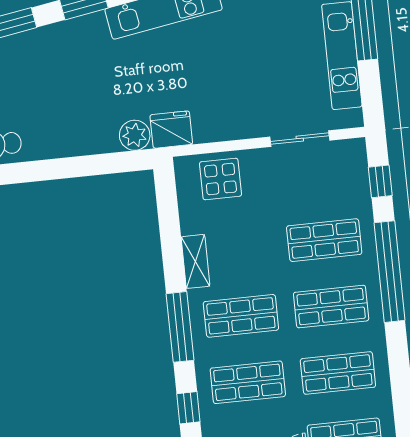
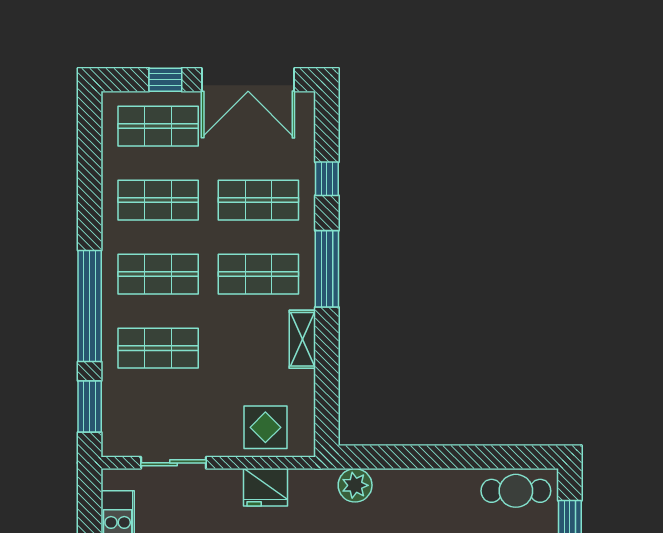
fridge: (171, 130) -> (265, 487), moved
window: (380, 181) -> (90, 406), width x1.50

